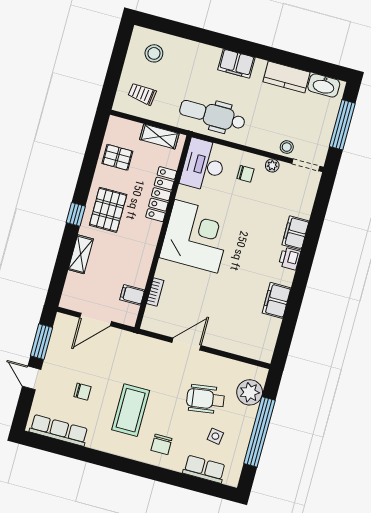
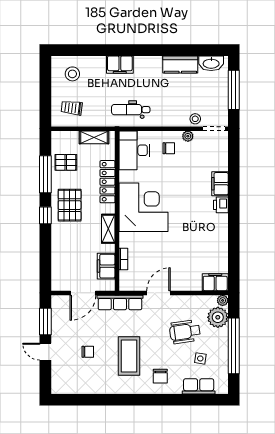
filing cabinet: (236, 64) -> (120, 65), moved
dental chair: (212, 115) -> (131, 110), width x0.73, depth x0.72
window: (89, 165) -> (45, 174), added
shelving: (81, 254) -> (108, 229), moved
filing cabinet: (132, 295) -> (106, 266), width x2.00
filing cabinet: (277, 300) -> (215, 282), moved, turned 90
plant: (261, 374) -> (223, 300), added
row of seats: (59, 430) -> (120, 302), moved, turned 180

